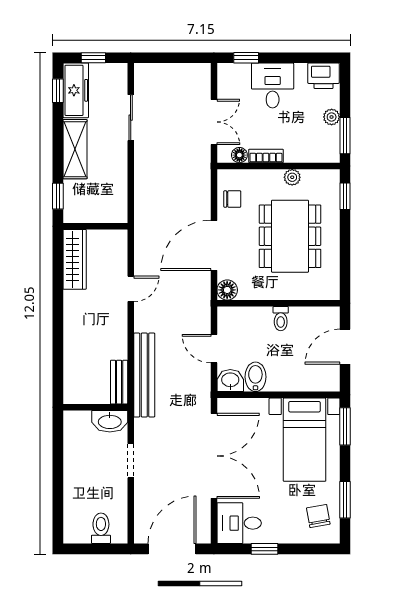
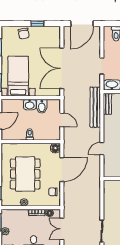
washbasin: (230, 380) -> (30, 105), moved
chair: (318, 516) -> (24, 34), moved
desk: (239, 523) -> (50, 36), removed

